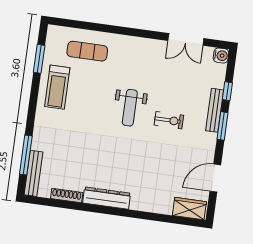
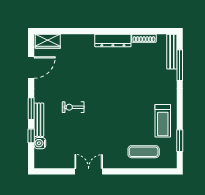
double door: (186, 39) -> (89, 171), moved
water cooler: (221, 56) -> (40, 143), moved
treadmill: (57, 87) -> (163, 121), turned 180
weight bench: (130, 108) -> (105, 113), removed

